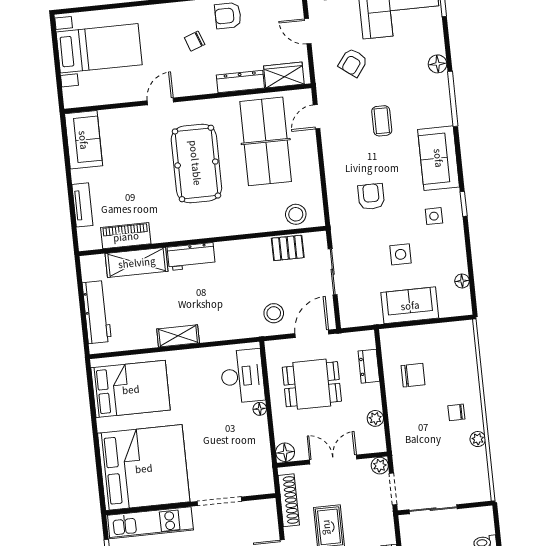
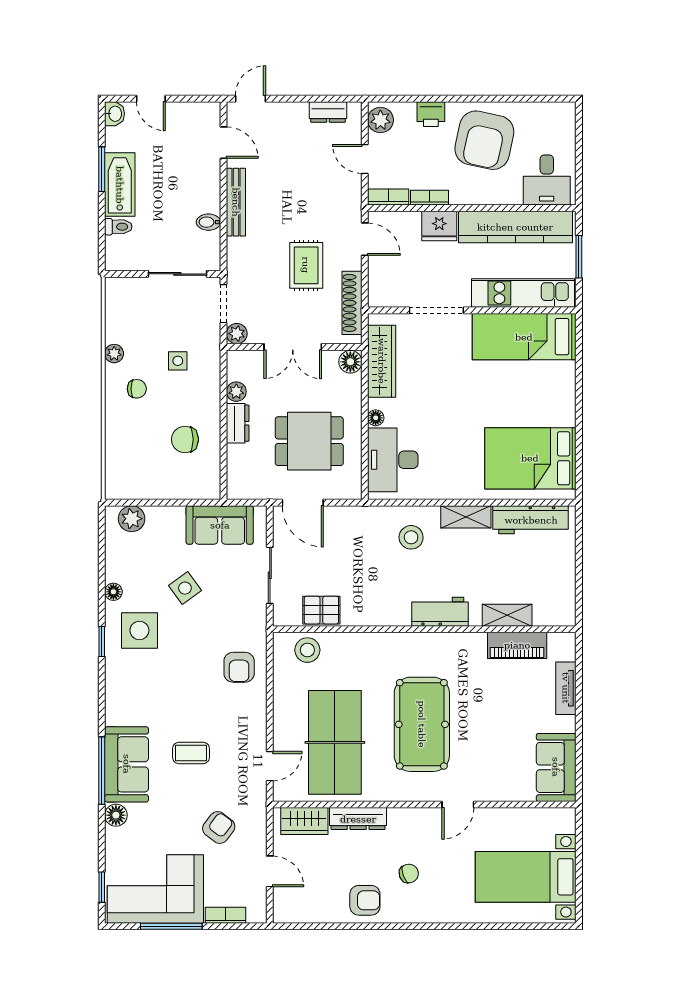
coffee table: (382, 121) -> (191, 753), turned 90
sofa: (439, 158) -> (127, 764), moved
armchair: (371, 197) -> (239, 667), moved
side table: (434, 216) -> (139, 630), width x1.87, depth x1.87
side table: (401, 254) -> (185, 588), turned -36
shelving: (137, 262) -> (507, 615), width x0.67, depth x0.75
floor lamp: (462, 281) -> (113, 592), moved
sofa: (410, 305) -> (220, 525), moved
plant: (450, 306) -> (132, 519), added
workbench: (97, 312) -> (531, 520), moved, turned -90
stool: (274, 313) -> (411, 537), moved
door: (312, 334) -> (303, 503), hinge flipped
dresser: (369, 366) -> (238, 423), moved
side table: (425, 439) -> (178, 361), added
wardrobe: (260, 455) -> (382, 361), added
bed: (144, 468) -> (524, 337), width x0.49

